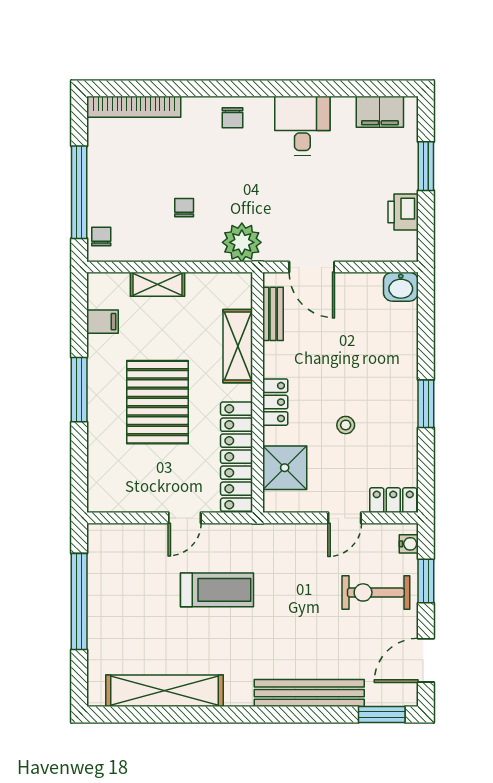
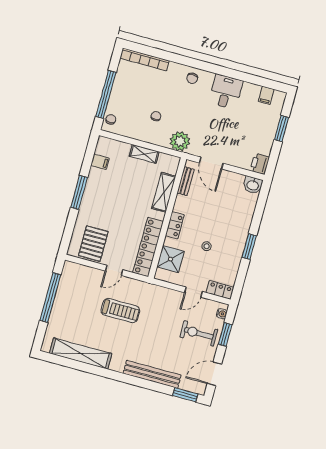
filing cabinet: (380, 112) -> (266, 95), width x0.50
printer: (403, 212) -> (260, 164), moved
shelving: (157, 284) -> (144, 154), moved
pallet: (157, 402) -> (93, 244), moved, width x0.73, depth x0.71

